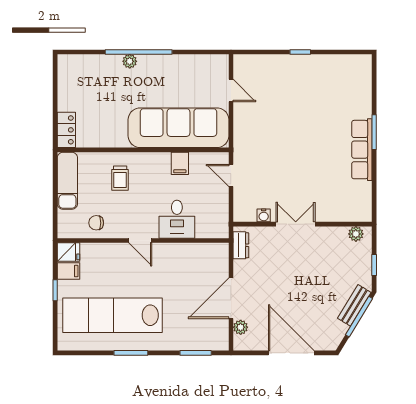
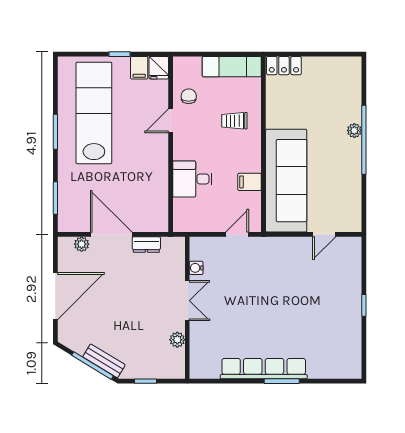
row of seats: (362, 150) -> (264, 369), width x1.36
plant: (356, 234) -> (177, 340), moved
door: (140, 240) -> (171, 121), moved
dresser: (241, 245) -> (146, 244), moved

